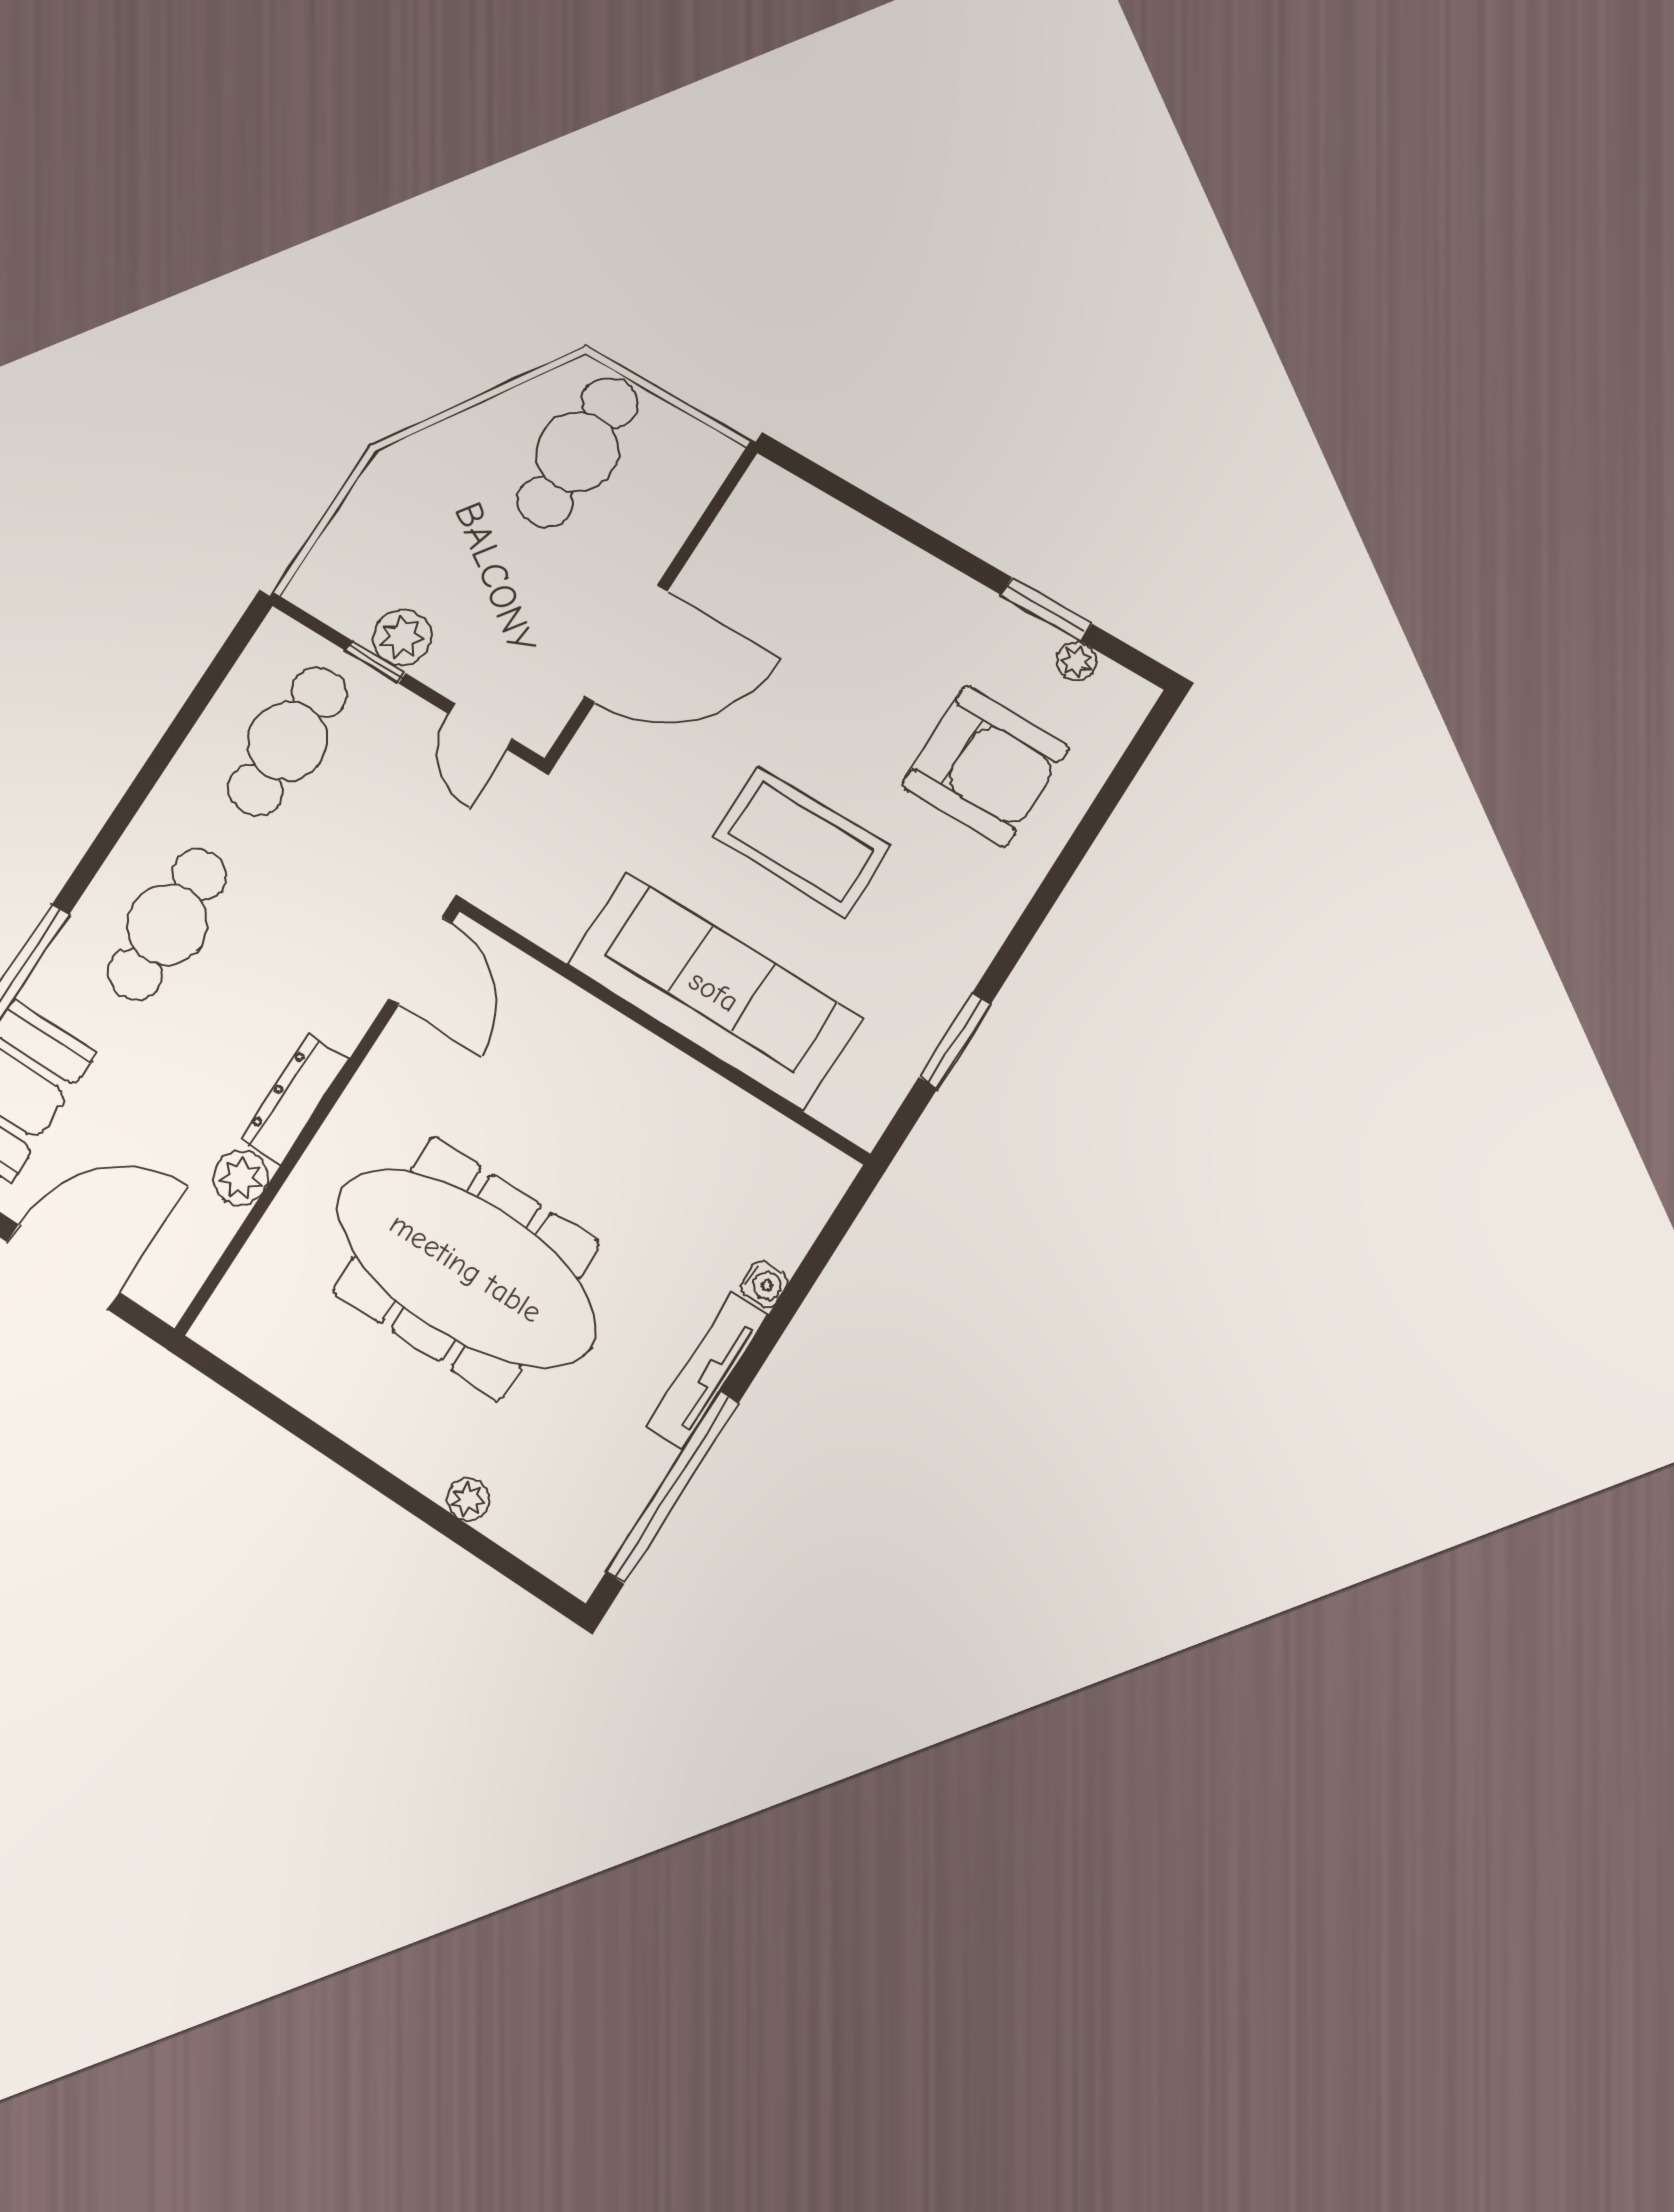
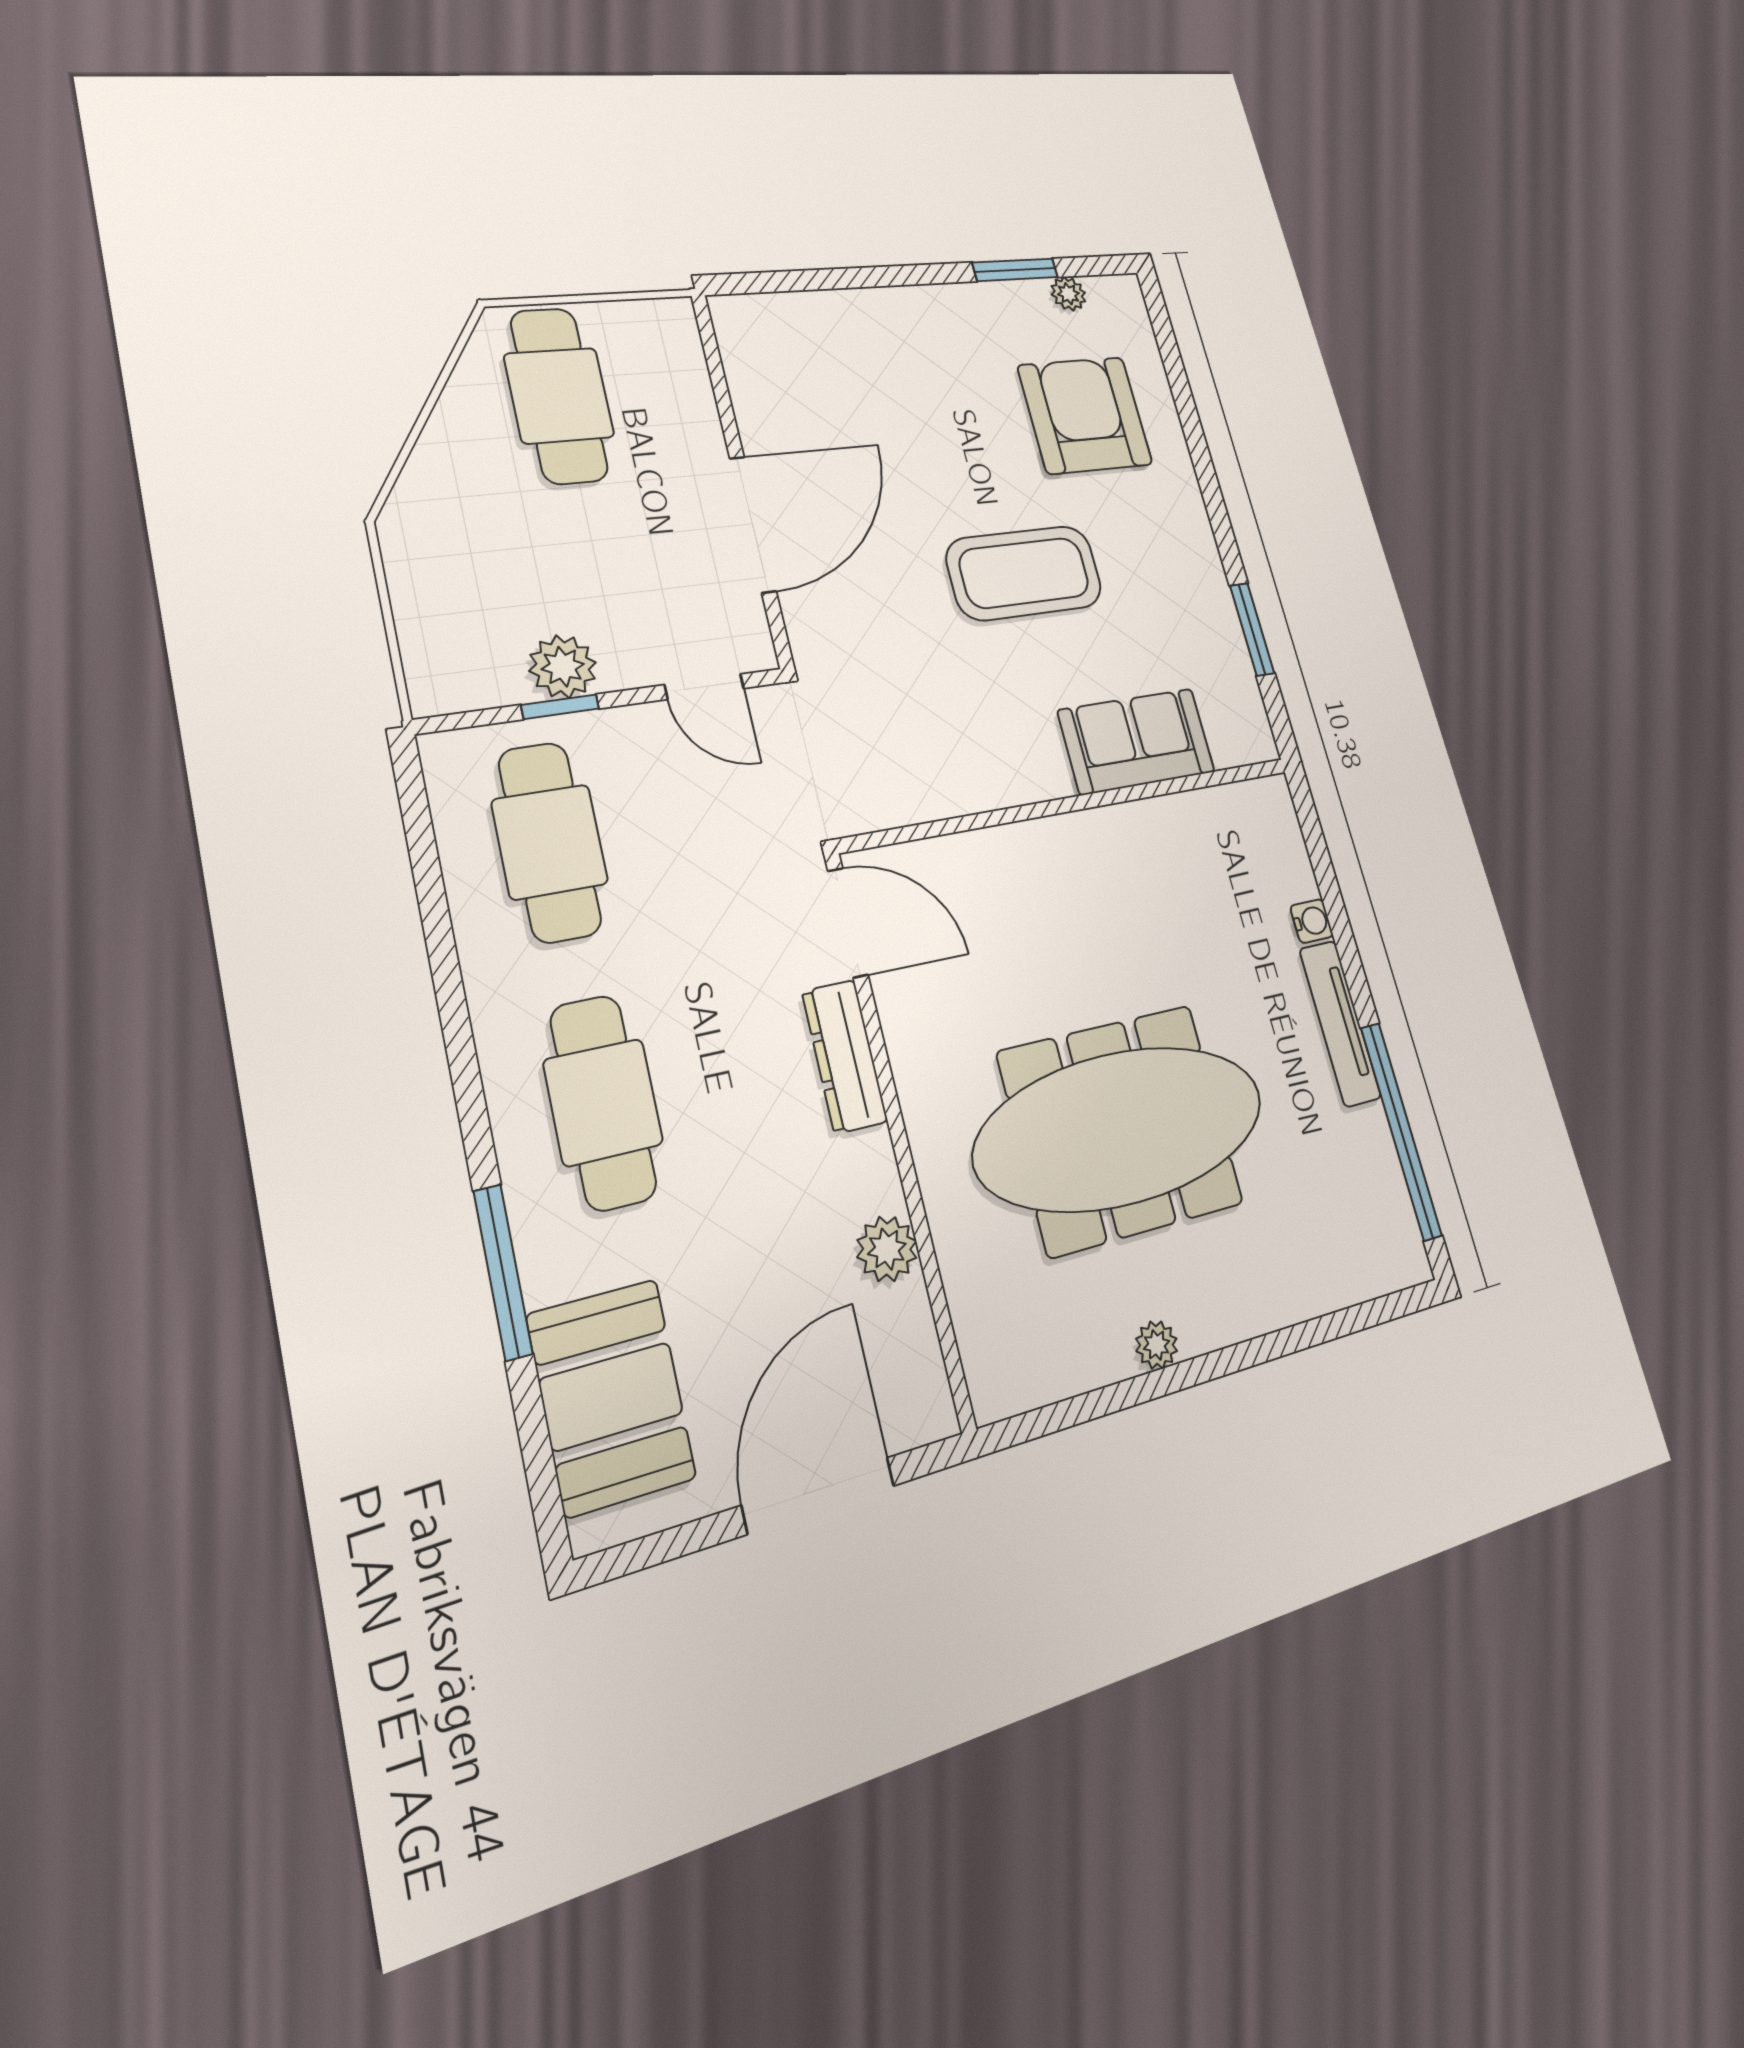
armchair: (985, 766) -> (1085, 415), turned -90
sofa: (714, 991) -> (1137, 741), width x0.54, depth x0.79
dresser: (294, 1099) -> (845, 1056), moved
plant: (468, 1499) -> (1157, 1345), moved

